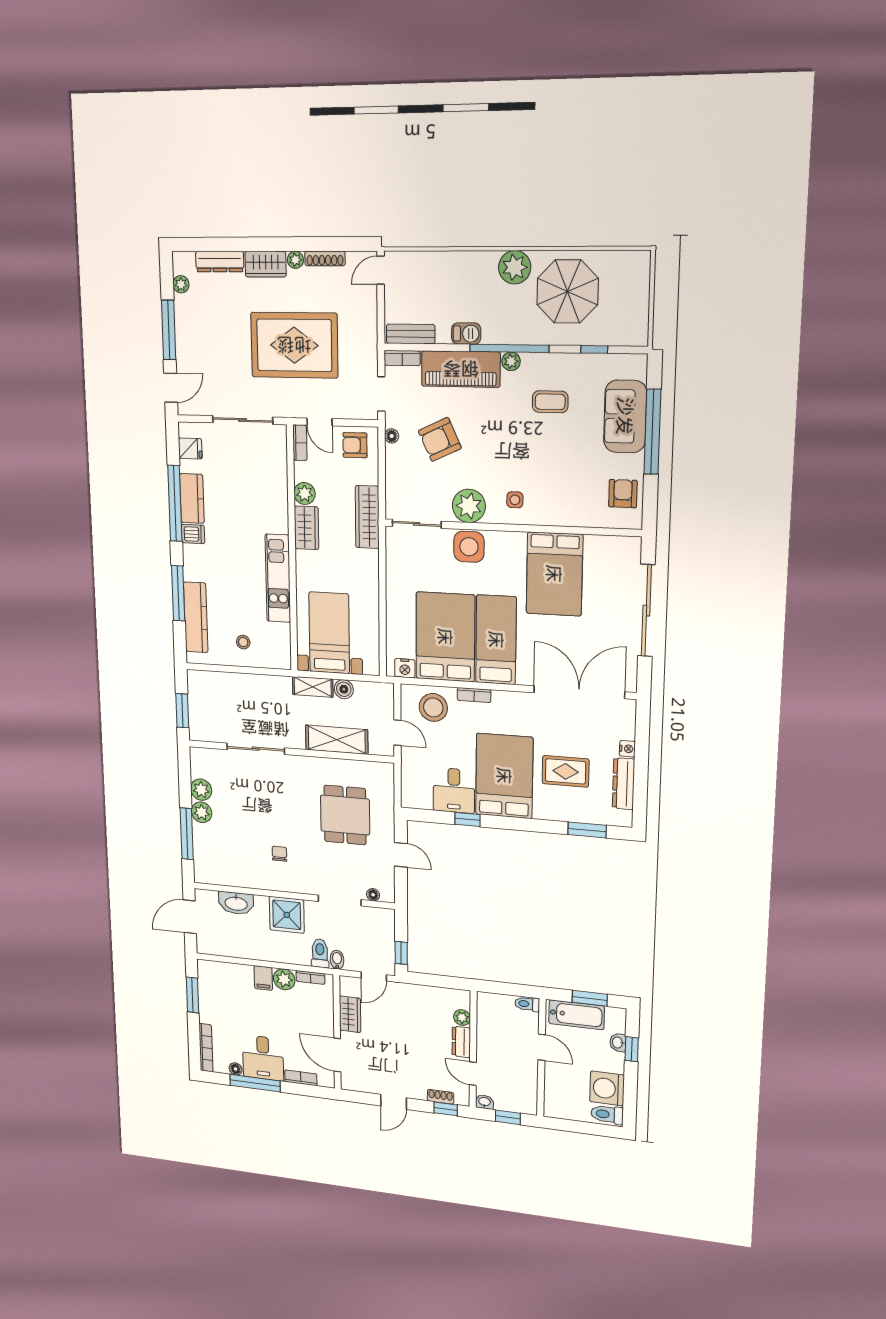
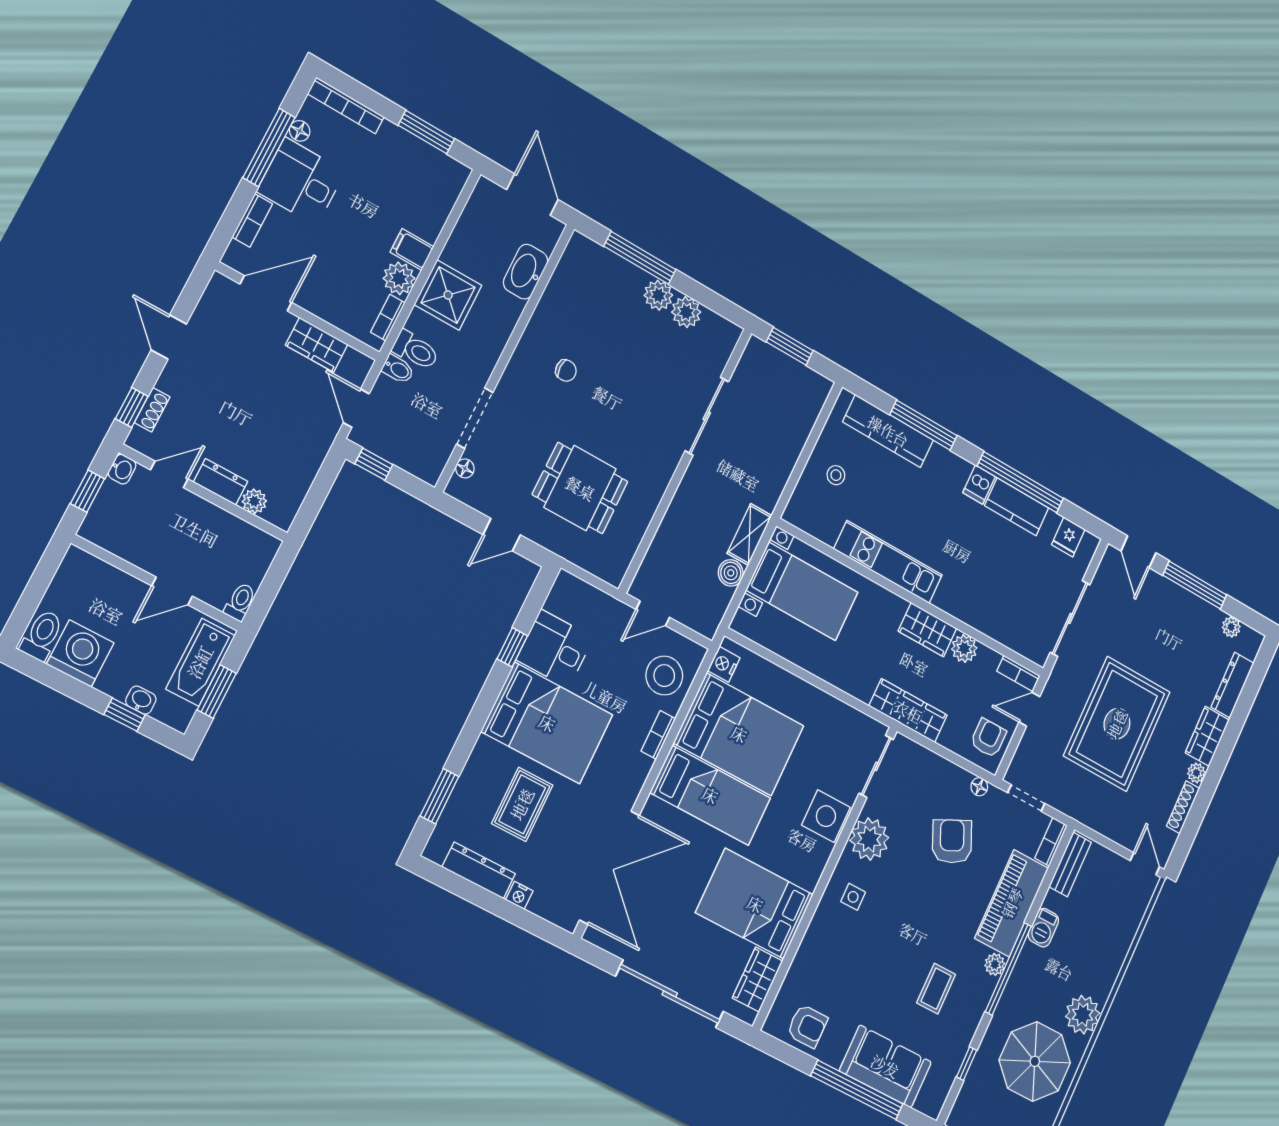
wardrobe: (607, 548) -> (757, 979), added
shelving: (337, 740) -> (676, 530), removed
shower: (287, 915) -> (448, 295), moved

